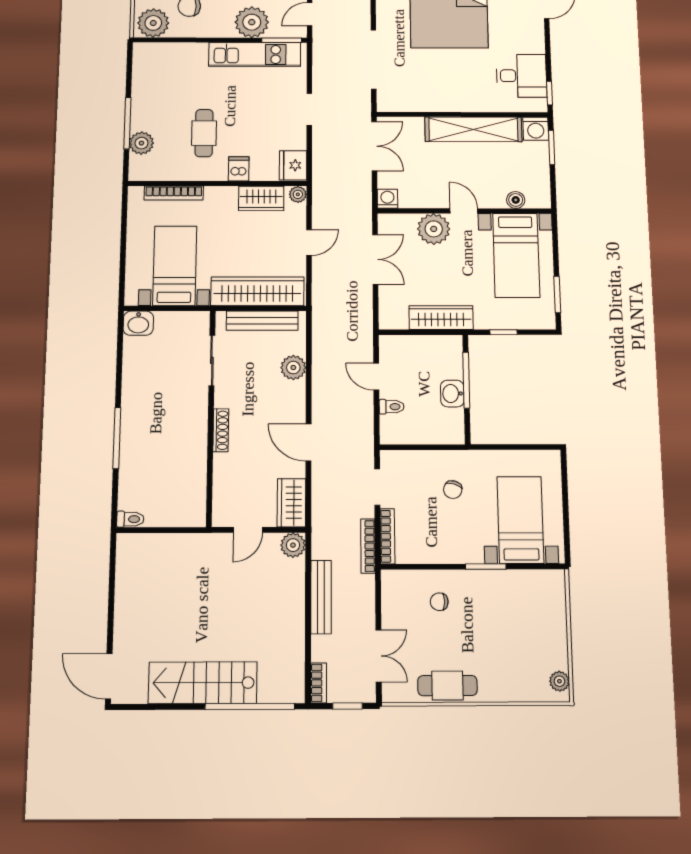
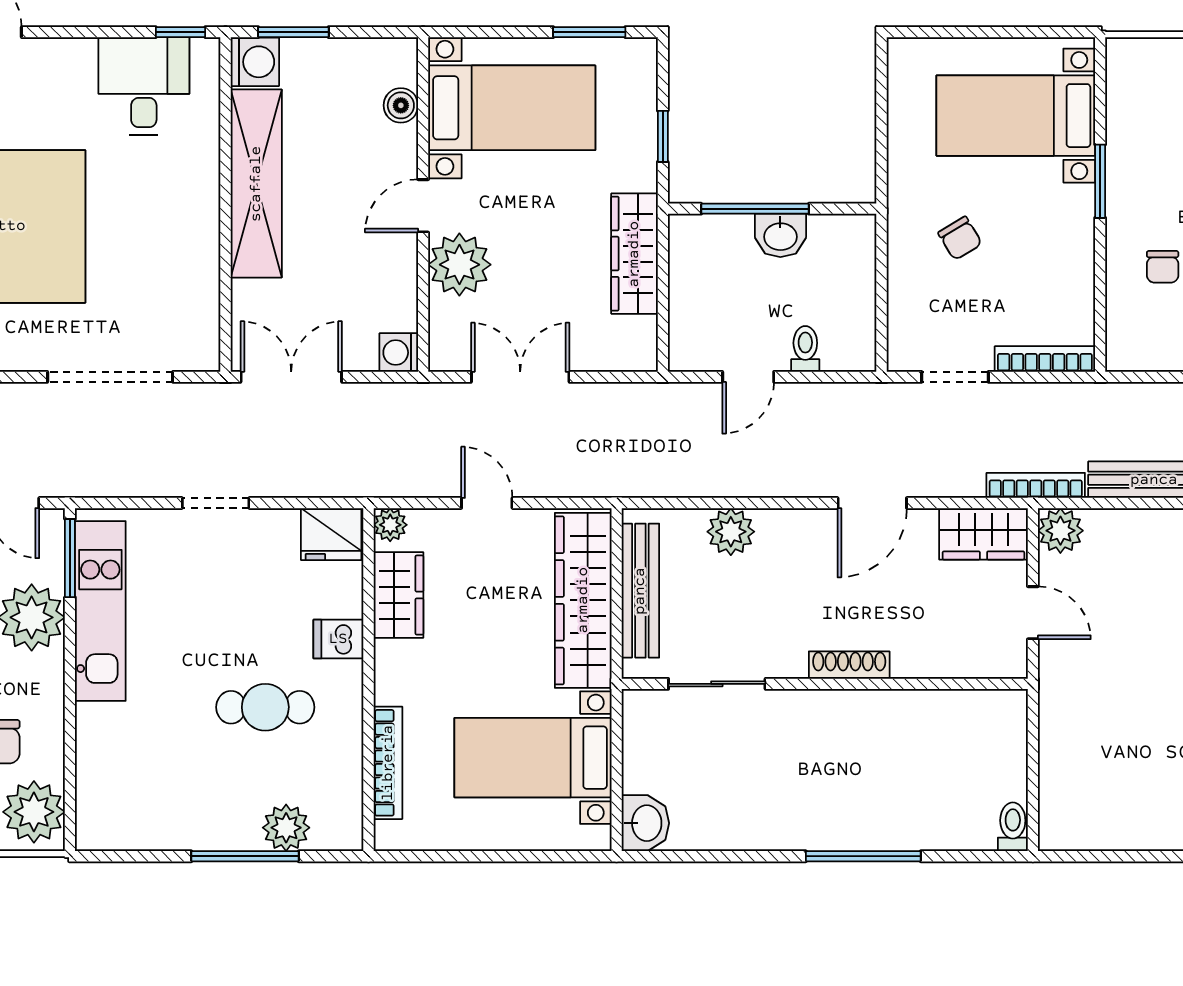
chair: (453, 490) -> (960, 238), turned 42
bookcase: (368, 546) -> (1036, 485), moved, turned 180

